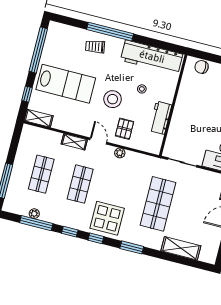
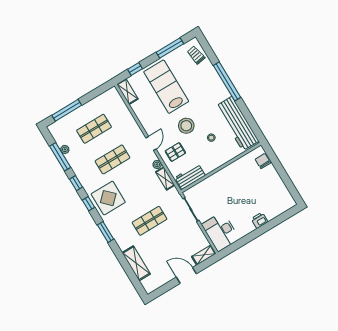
trolley: (95, 47) -> (196, 55), moved
window: (38, 50) -> (170, 48), width x0.68
lab bench: (66, 84) -> (166, 87), turned 180
workbench: (160, 118) -> (190, 177), moved
shelving: (74, 142) -> (165, 179), moved
shop shelf: (158, 204) -> (150, 221), width x0.70, depth x0.74

